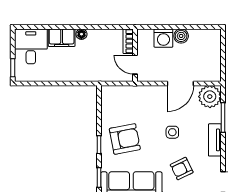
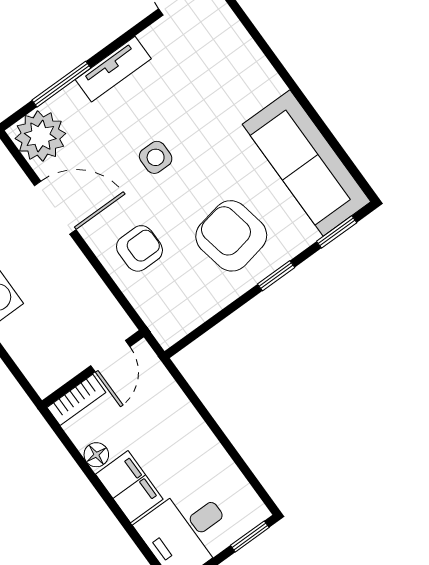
bookcase: (128, 41) -> (76, 400), moved
wall: (135, 55) -> (93, 369), moved
door: (135, 65) -> (110, 356), moved
armchair: (182, 169) -> (139, 248), moved, turned -64

